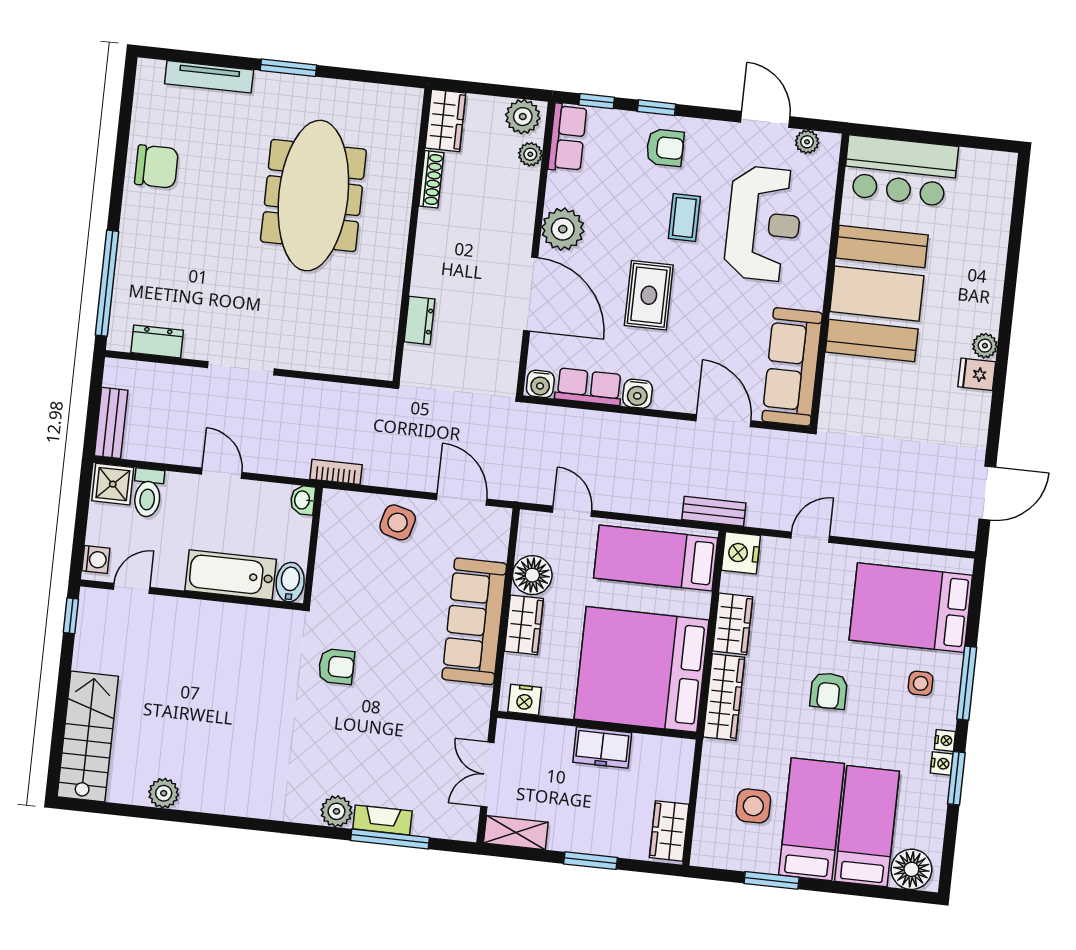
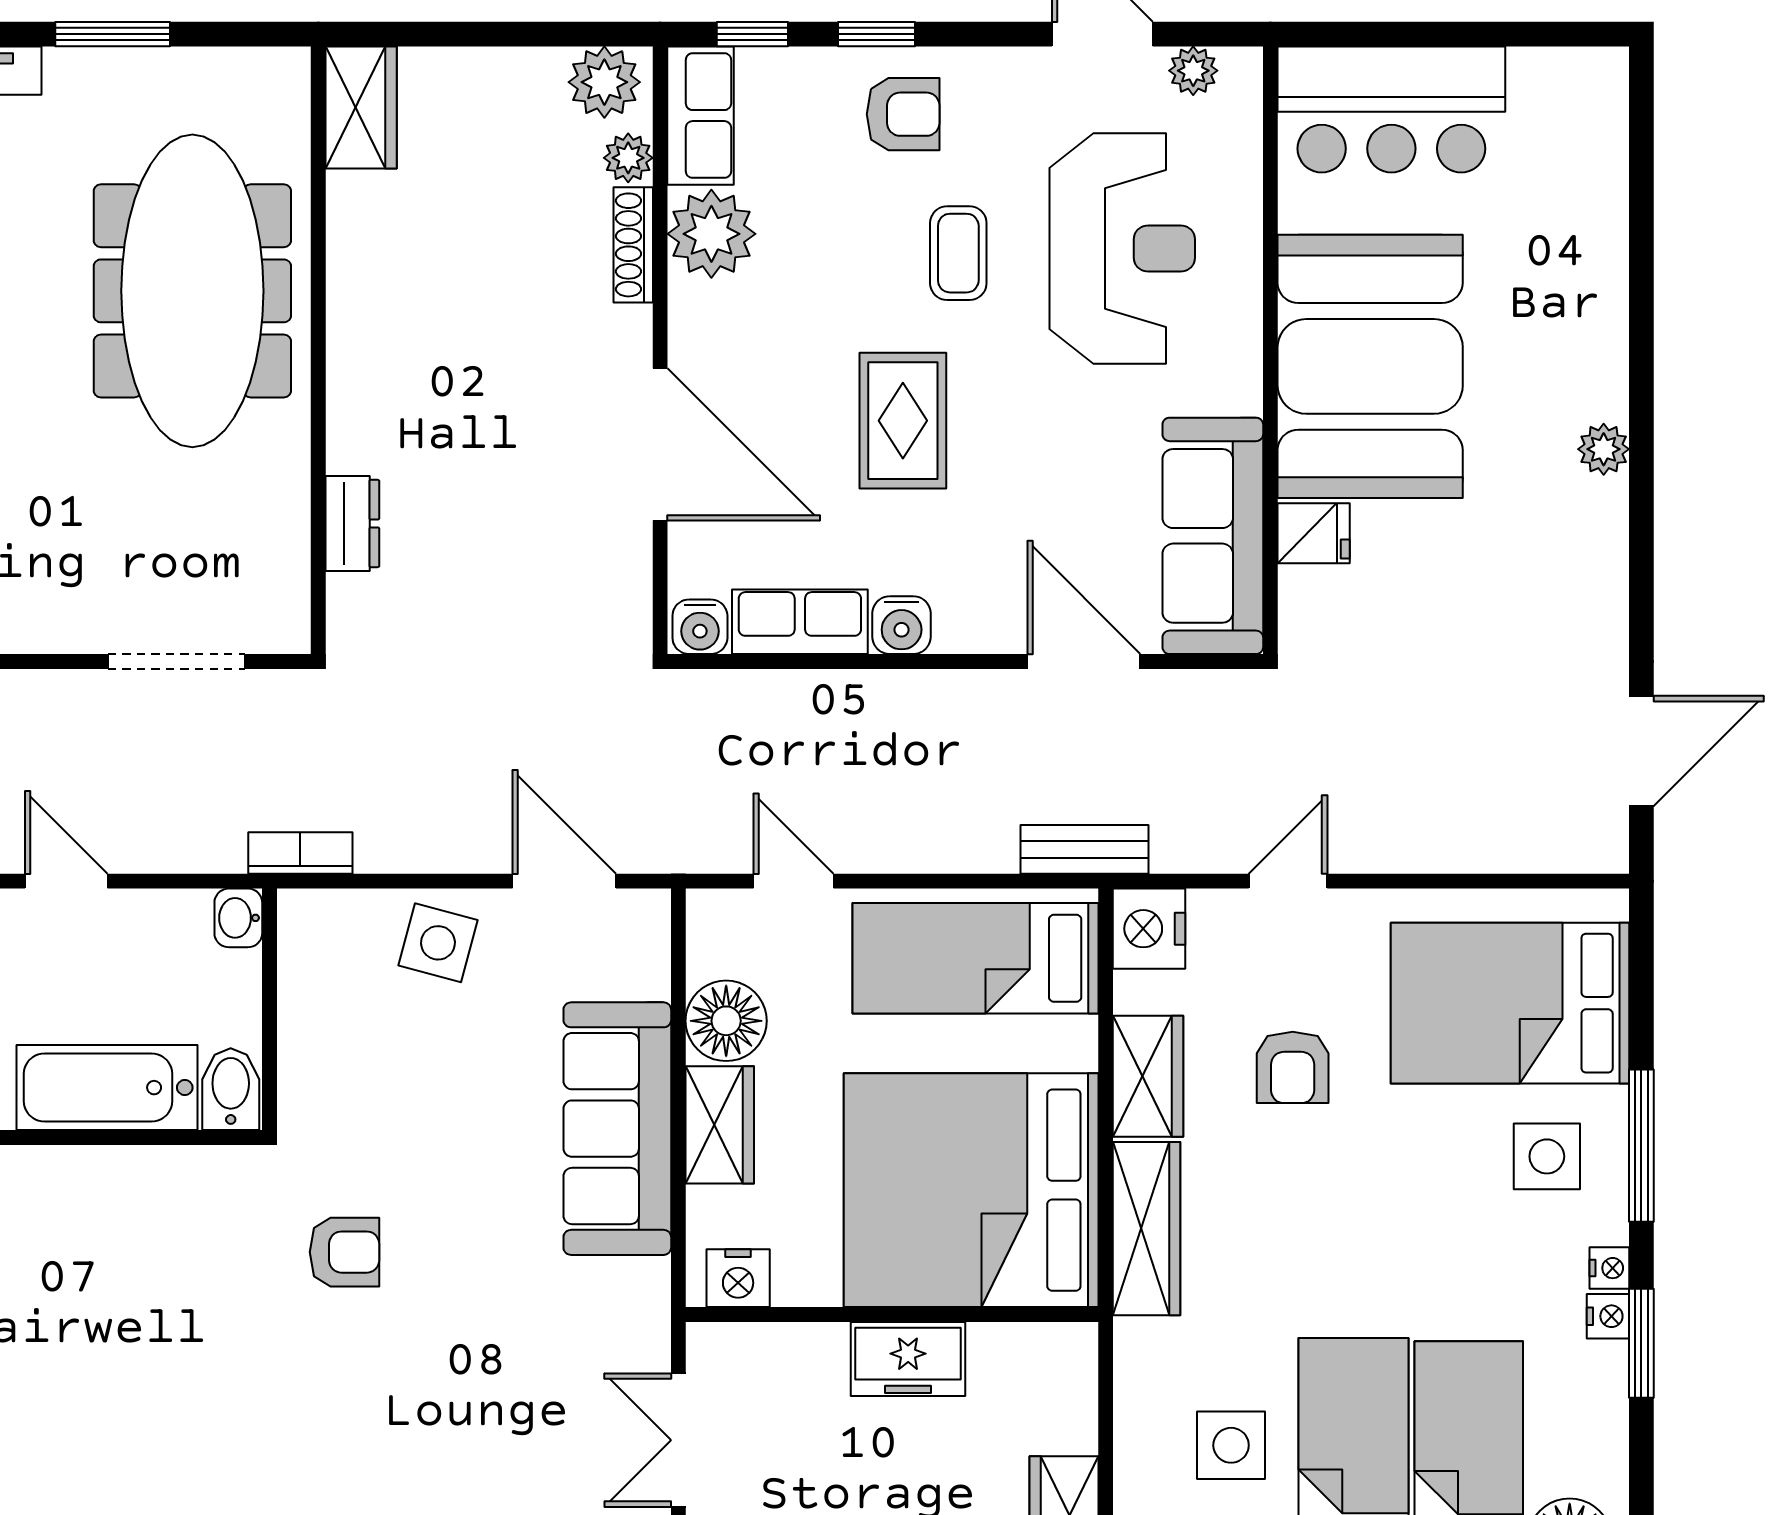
wardrobe: (445, 120) -> (361, 107), moved
shoe rack: (431, 179) -> (633, 245), moved, turned 180
plant: (563, 229) -> (711, 234), moved
wall: (412, 235) -> (318, 350), moved
dresser: (419, 320) -> (352, 523), moved
doorway: (241, 368) -> (177, 661), moved
fridge: (977, 374) -> (1314, 533), moved, turned 180
side table: (921, 683) -> (1547, 1156), width x1.37, depth x1.37
armchair: (829, 691) -> (1293, 1067), moved

